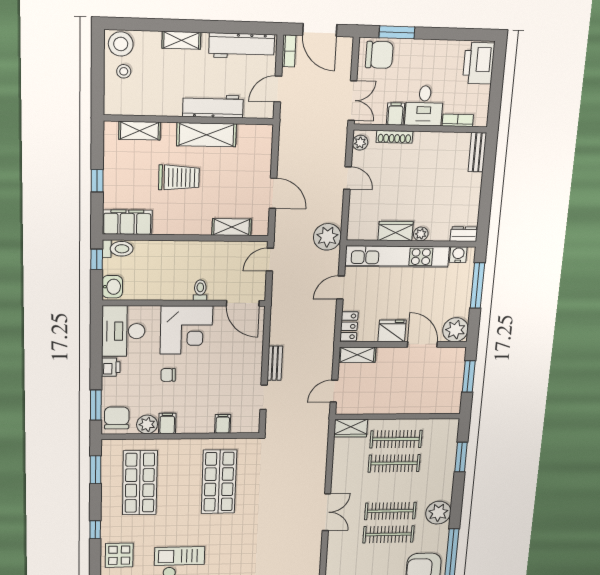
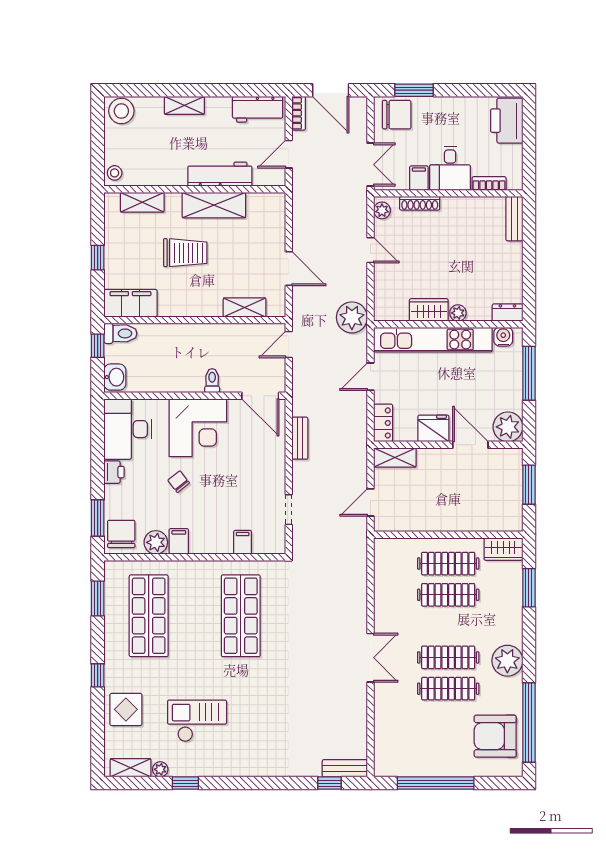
workbench: (242, 46) -> (258, 109), width x0.73
stool: (124, 71) -> (115, 173), moved
bench: (275, 363) -> (300, 438), moved
chair: (168, 375) -> (179, 482), turned 53
wardrobe: (351, 428) -> (503, 549), moved

